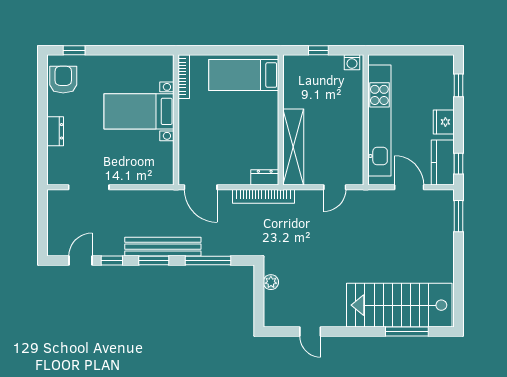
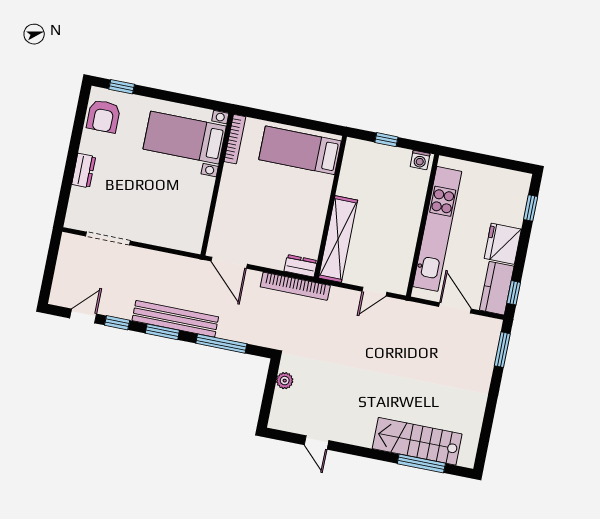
armchair: (63, 80) -> (104, 116), turned 180
bed with nightstands: (139, 111) -> (185, 138), moved
fridge: (444, 122) -> (503, 244), width x1.36, depth x1.34
stairs: (399, 305) -> (417, 441), width x0.73, depth x0.66

